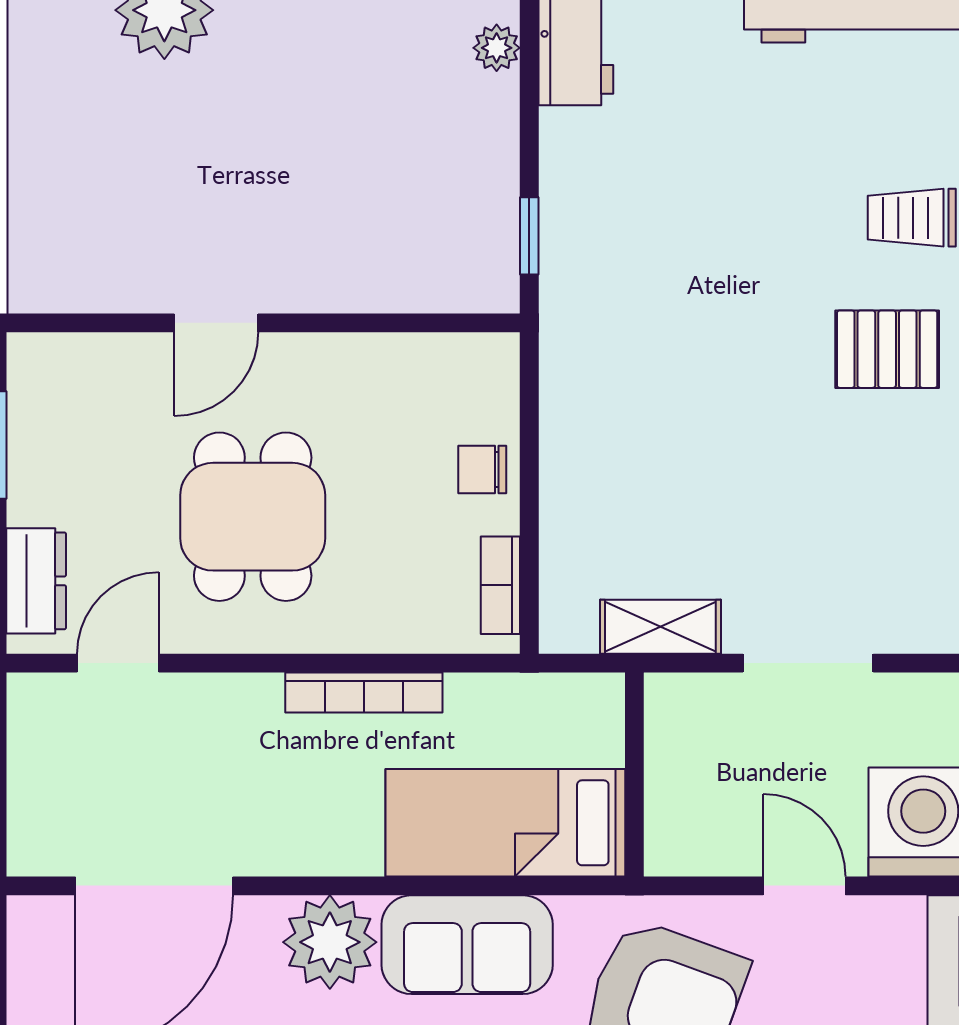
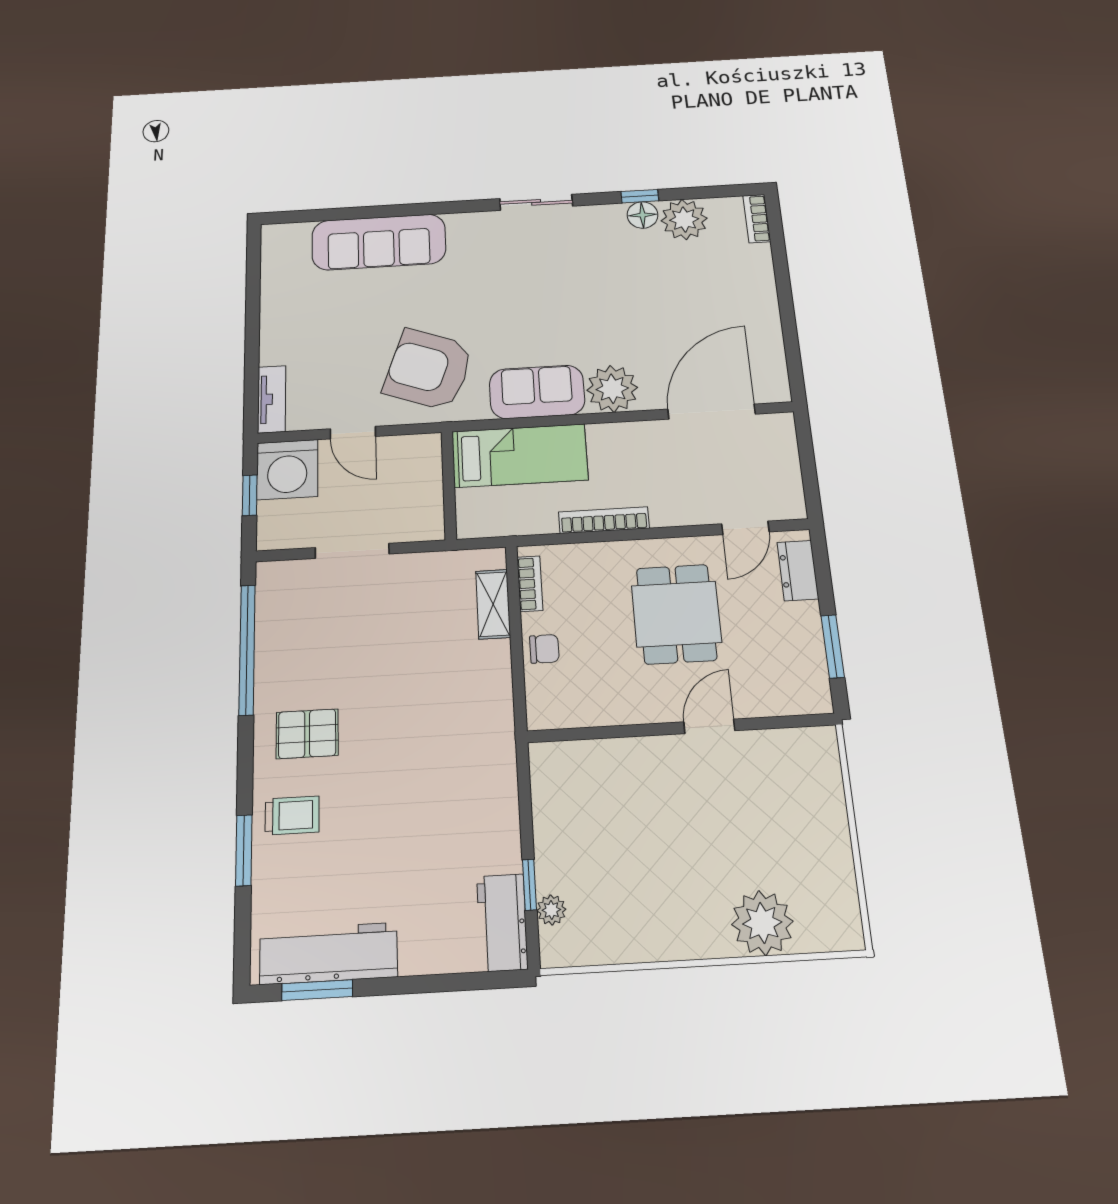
window: (529, 236) -> (529, 885), moved
shelving: (660, 627) -> (493, 604), moved, turned 90

